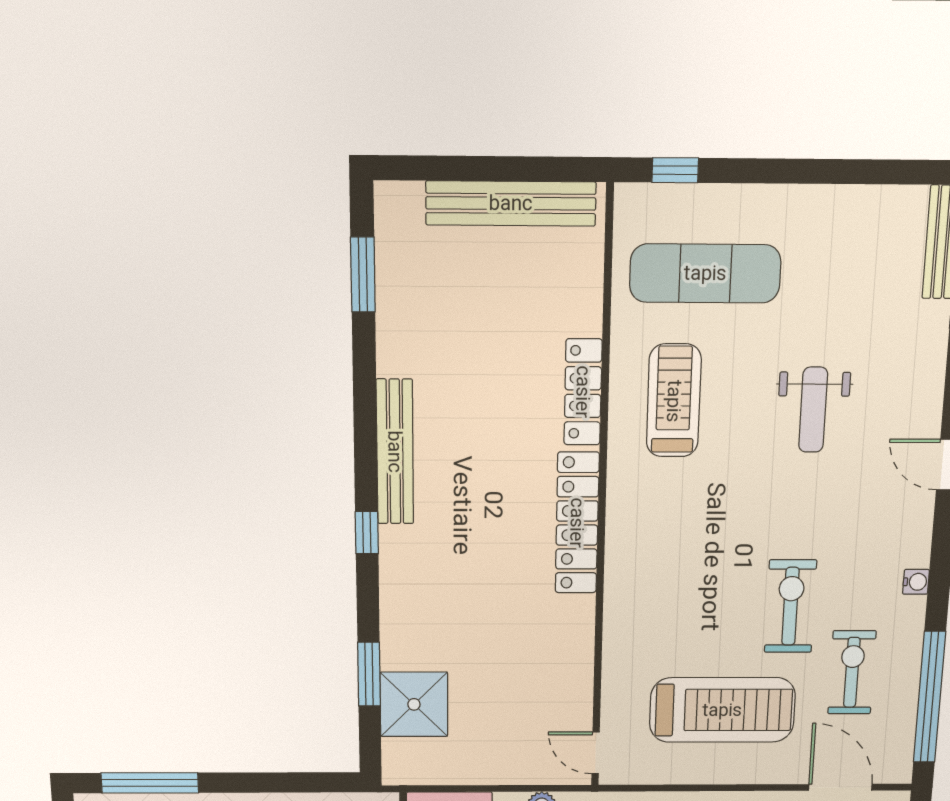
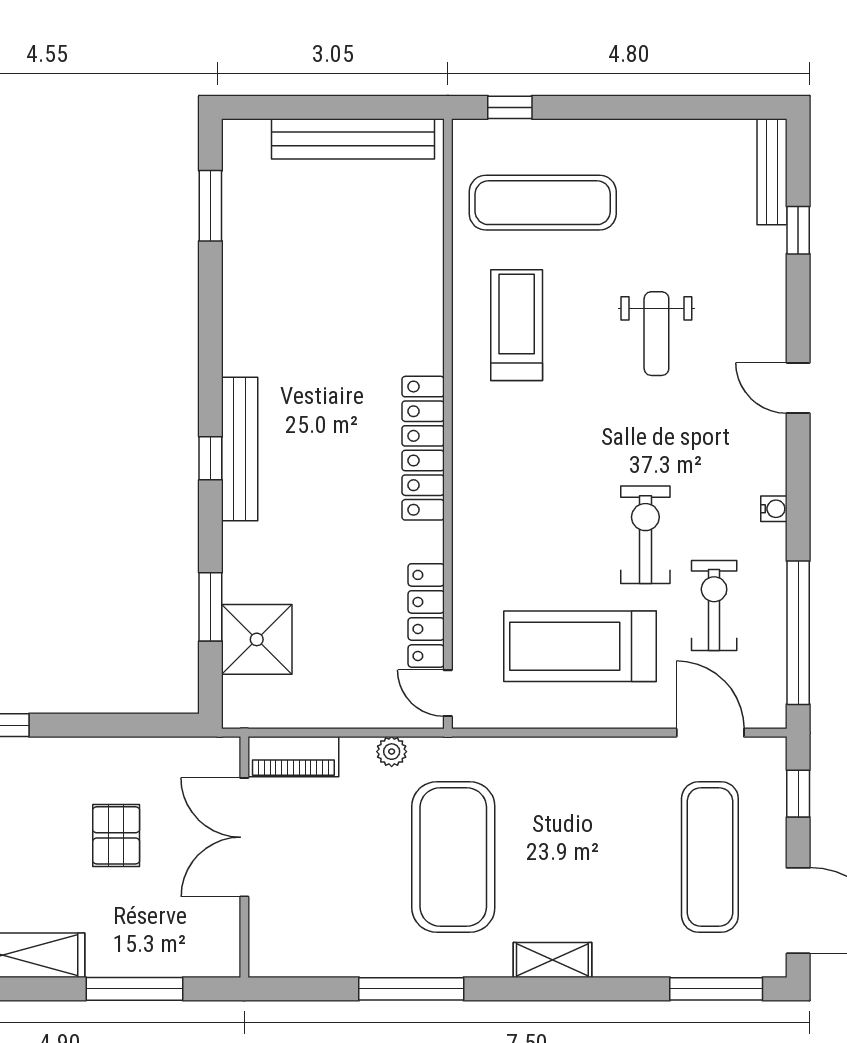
locker: (583, 392) -> (426, 615), moved
bench: (395, 452) -> (240, 449), moved
treadmill: (722, 710) -> (580, 646), turned 180

